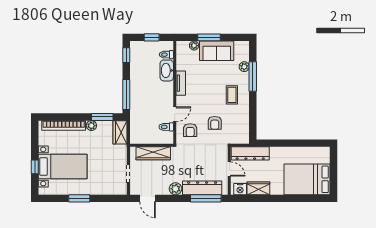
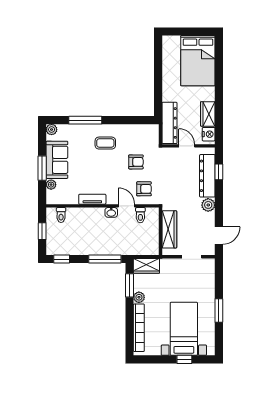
plant: (244, 67) -> (52, 130), moved
washbasin: (167, 70) -> (111, 212), moved, width x0.52, depth x0.69
door: (229, 169) -> (187, 146), hinge flipped
window: (206, 198) -> (219, 172), width x0.46

